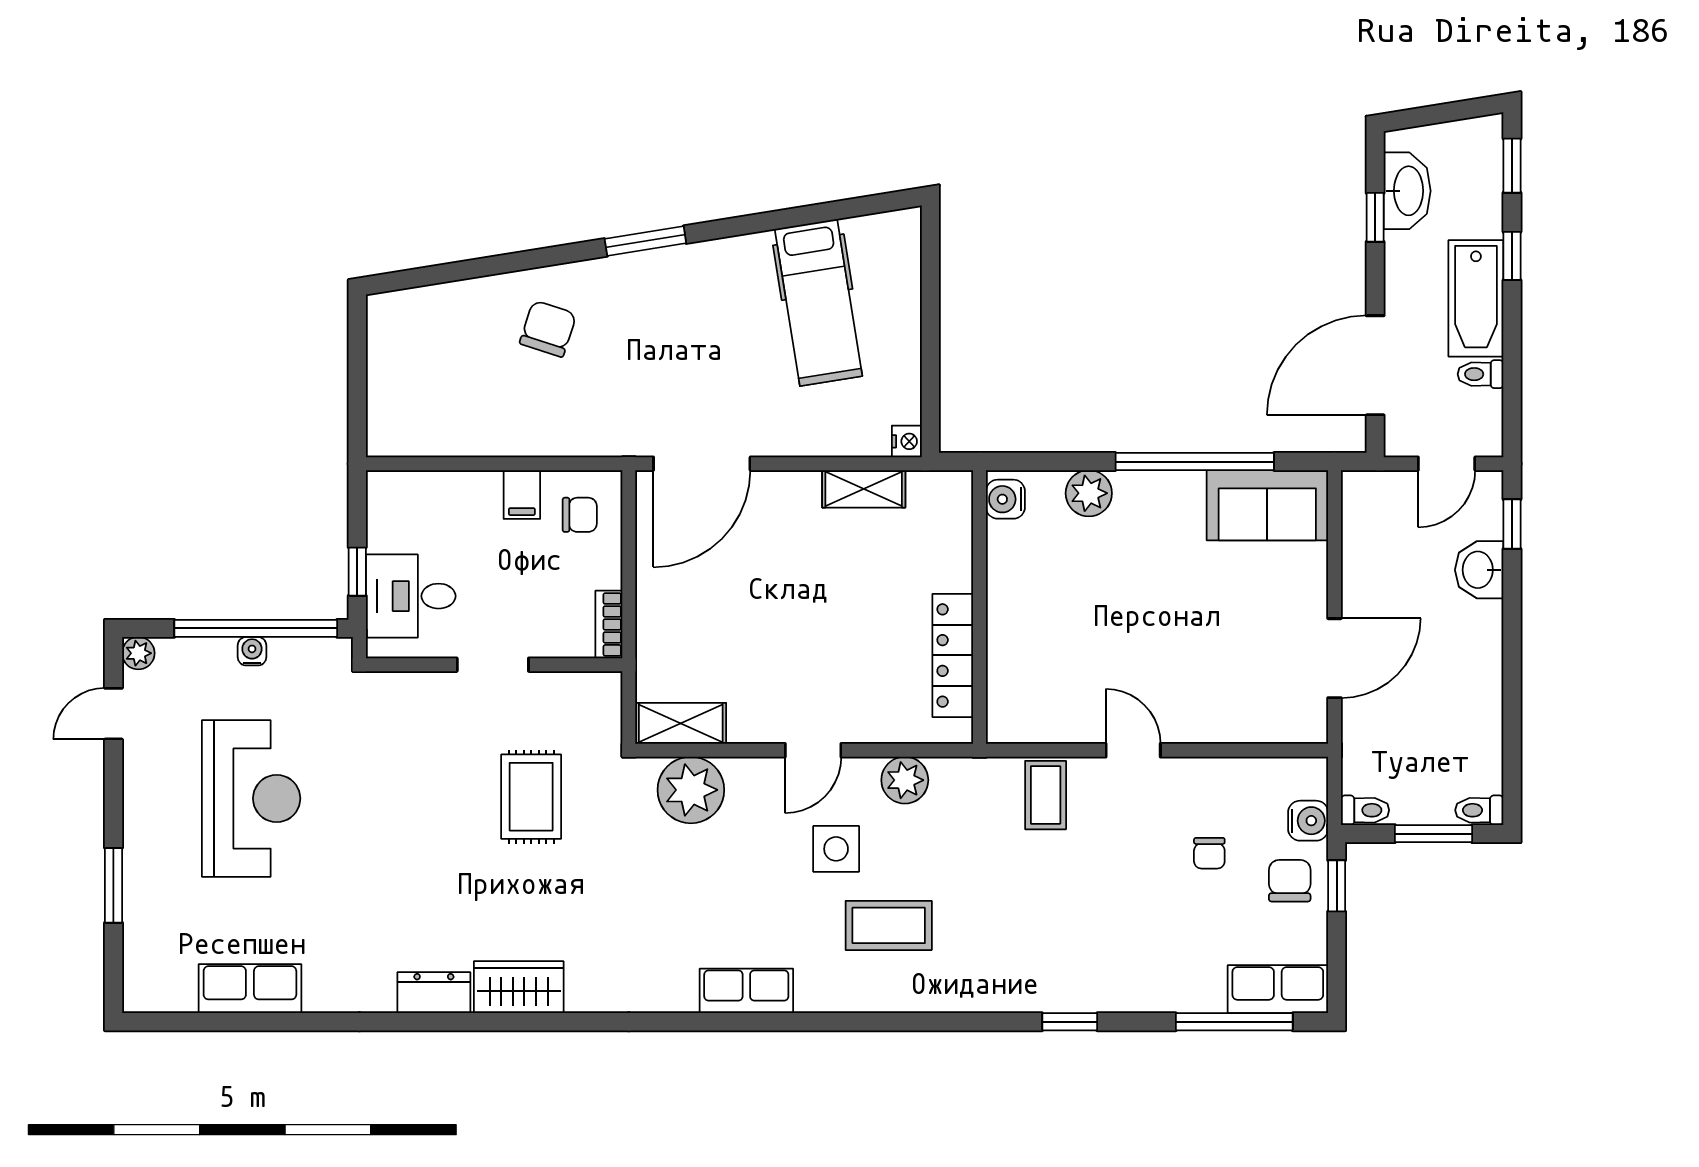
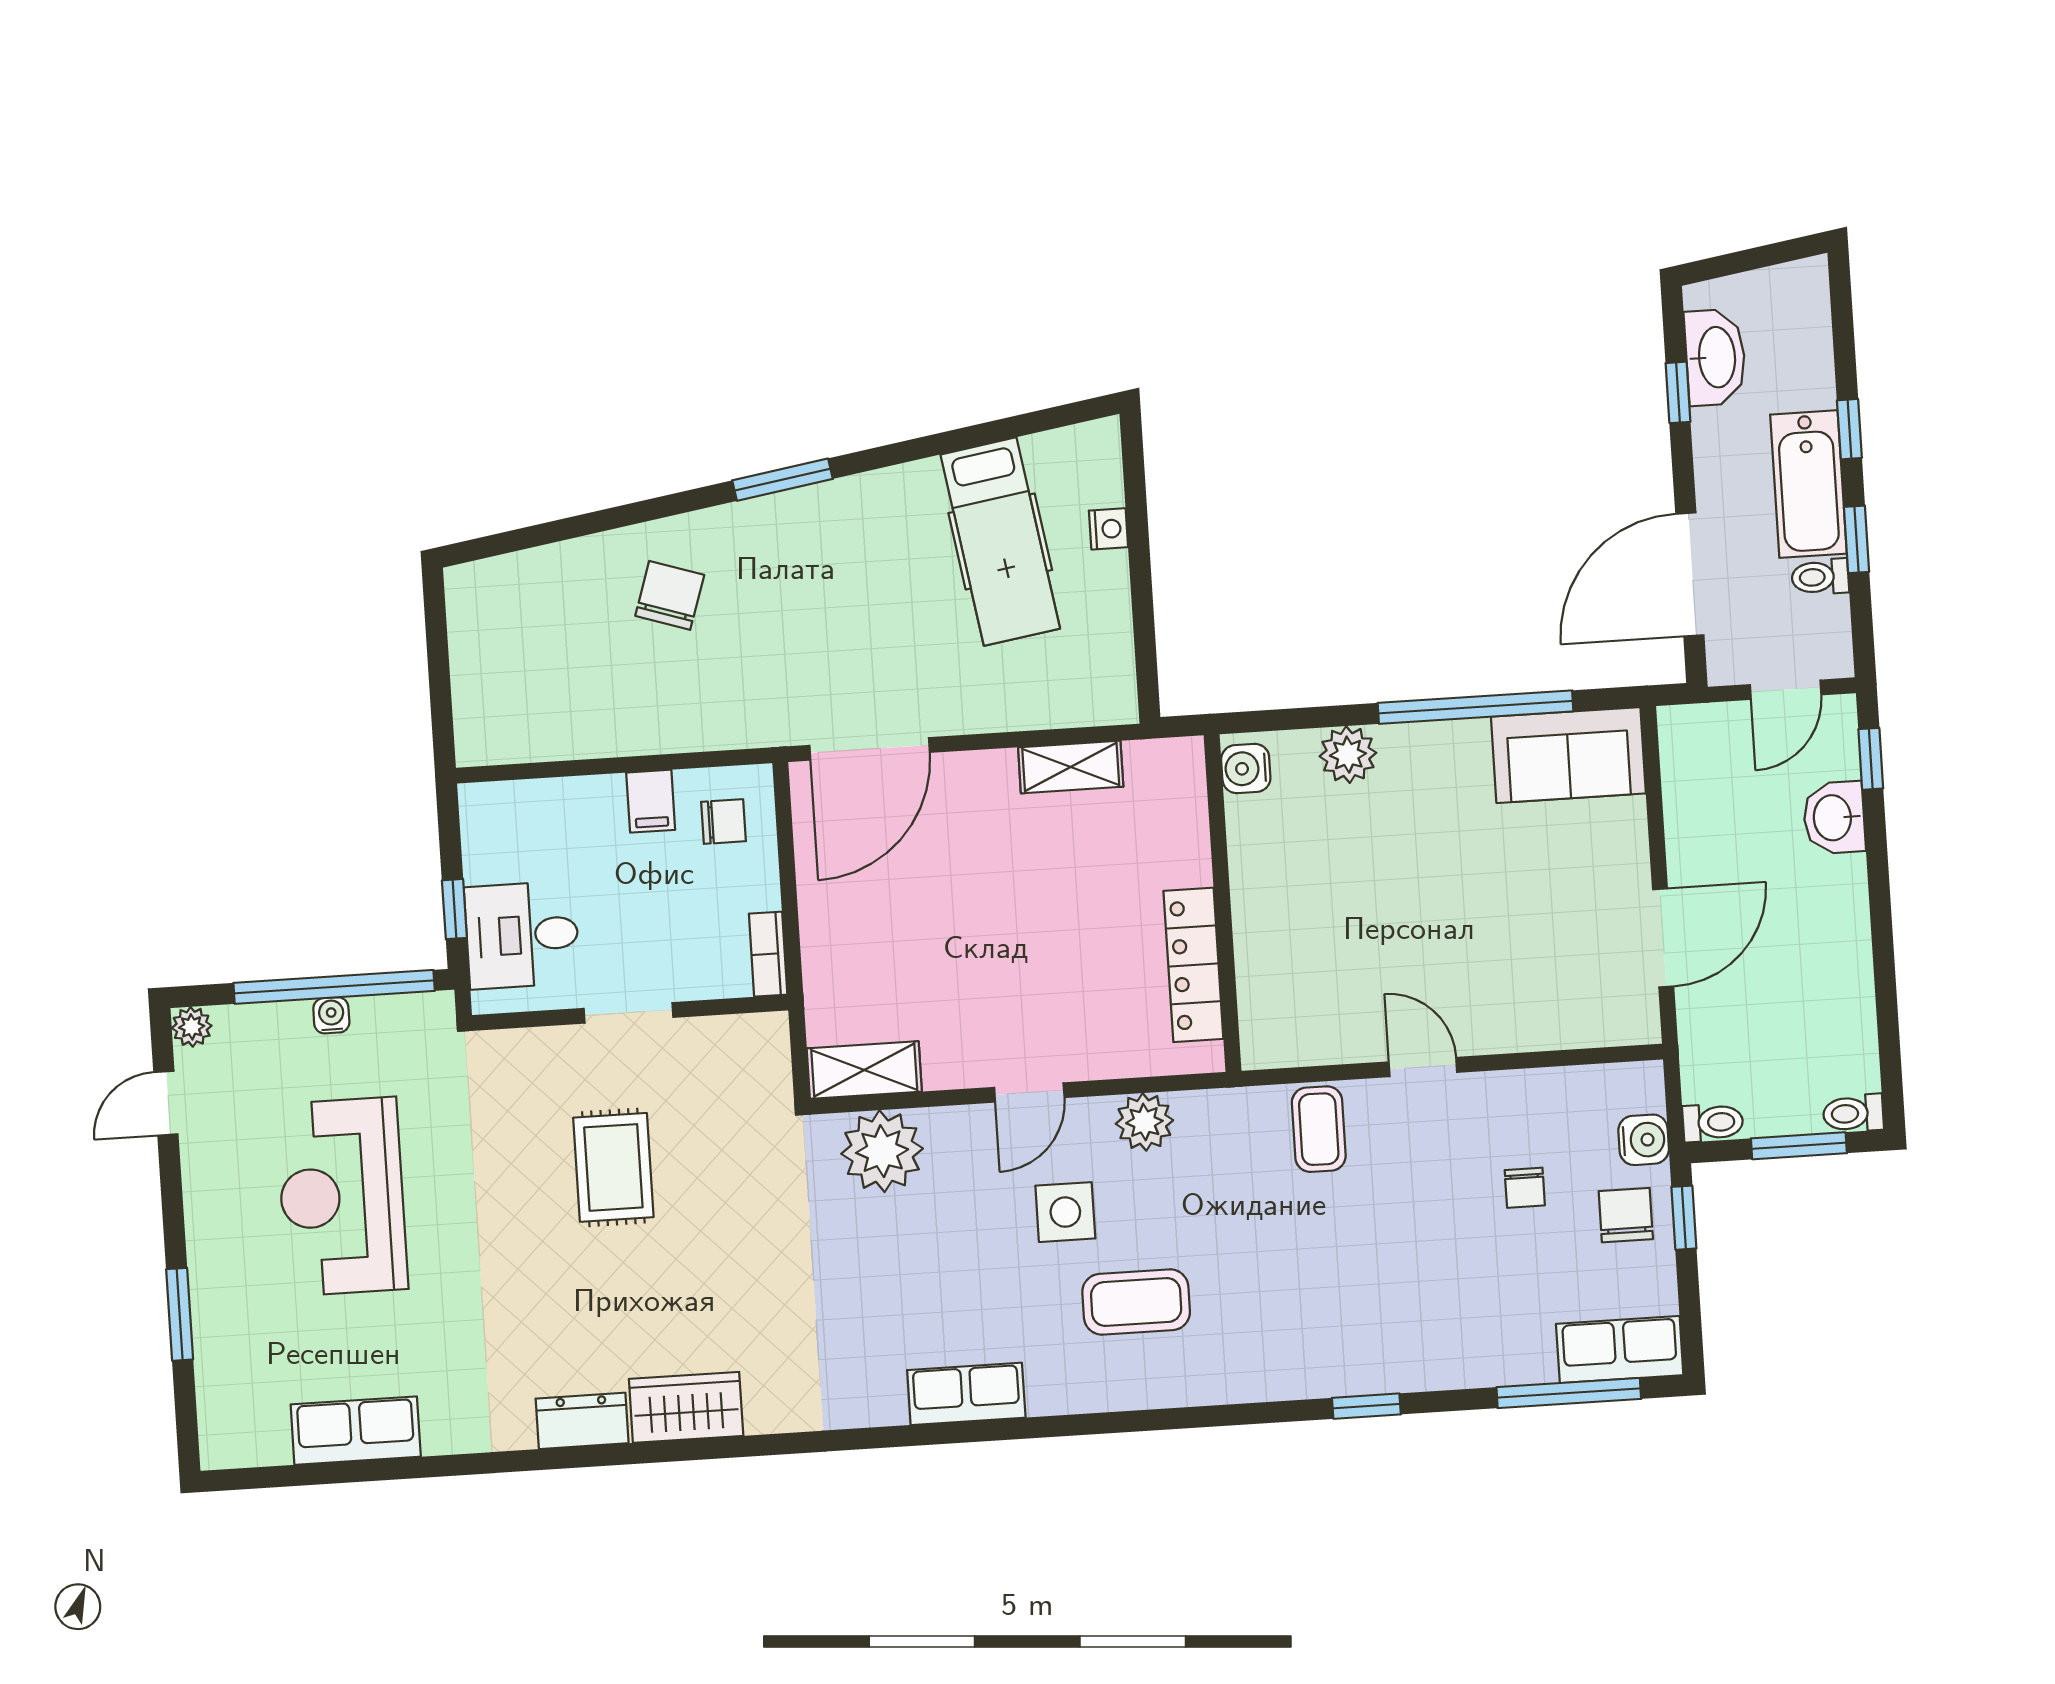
window: (1512, 166) -> (1857, 539), moved
nightstand: (907, 441) -> (1109, 529), moved
rug: (531, 797) -> (613, 1167), moved
reception desk: (251, 798) -> (342, 1197), turned 180

